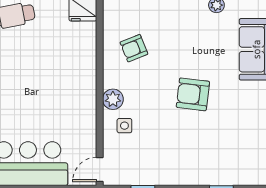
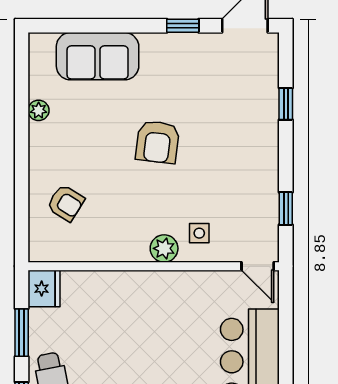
armchair: (134, 48) -> (66, 203), moved, turned -36

